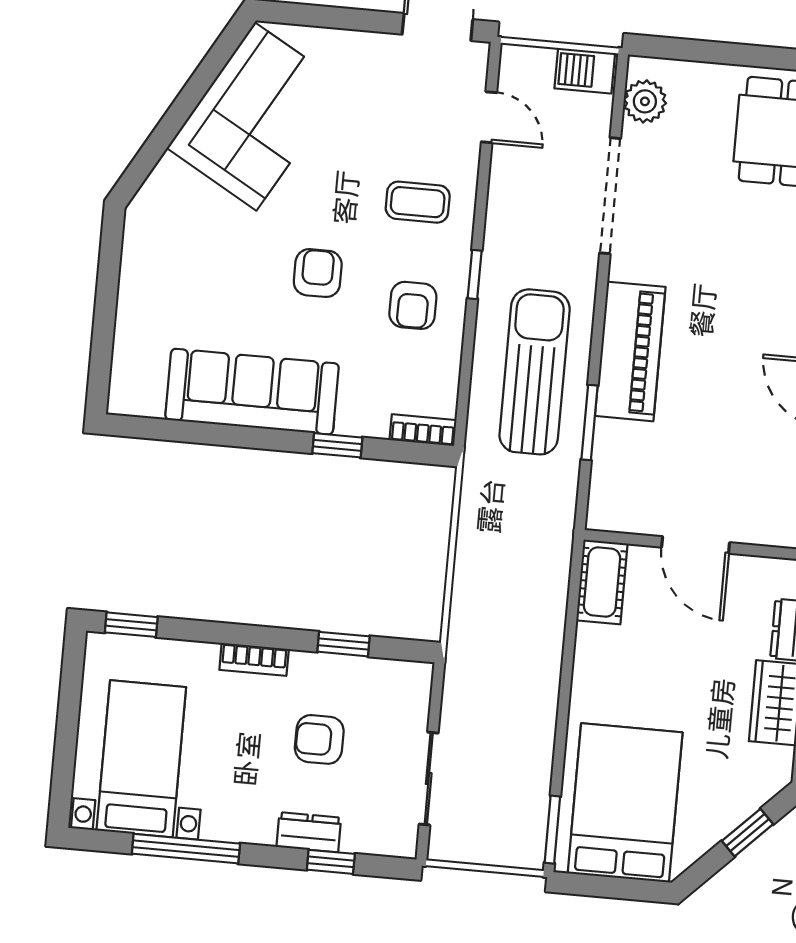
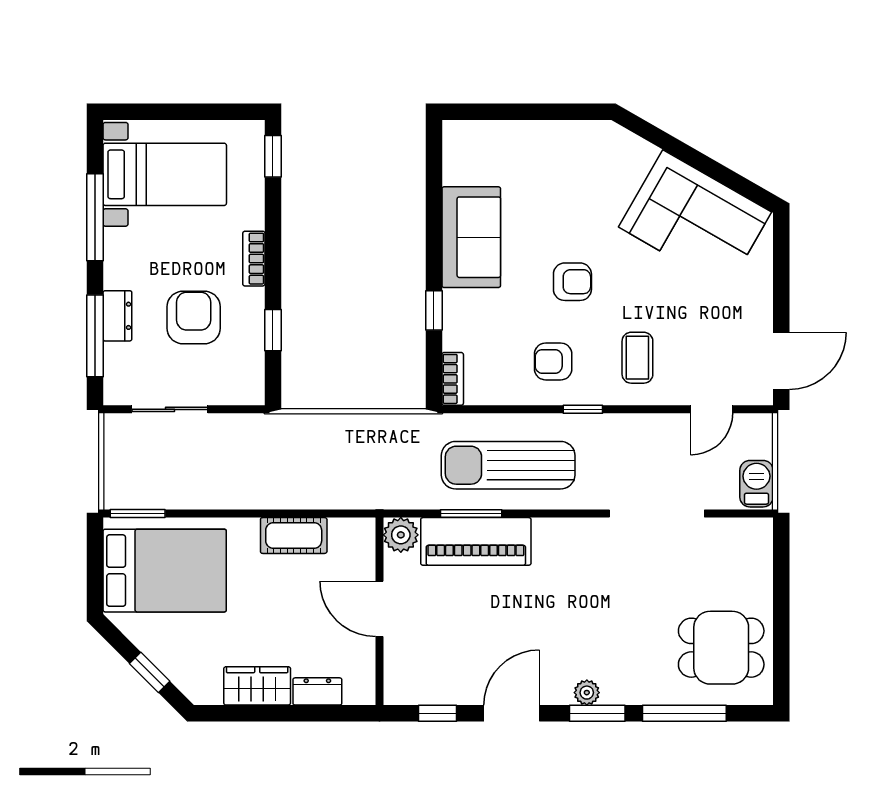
plant: (645, 101) -> (401, 535), moved
piano: (630, 351) -> (476, 541), moved
sun lounger: (535, 372) -> (508, 465), turned 180
sofa: (252, 392) -> (471, 237), width x0.73
door: (696, 545) -> (379, 609), hinge flipped
cot: (602, 582) -> (294, 535), moved
armchair: (319, 739) -> (194, 317), width x1.38, depth x1.38
window: (331, 862) -> (95, 336), width x2.17

